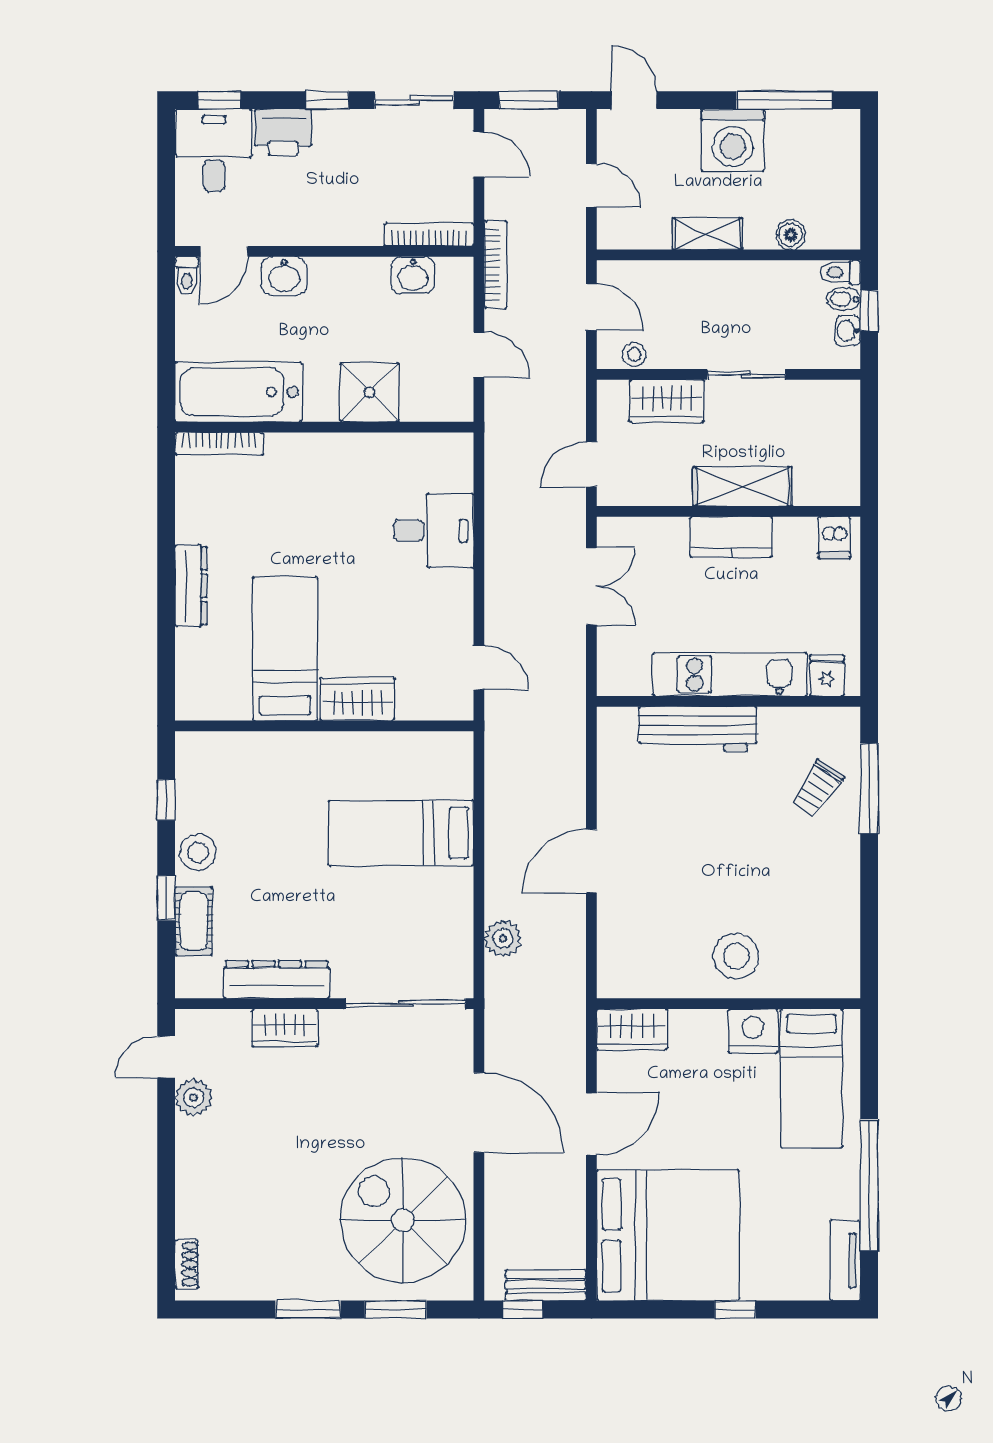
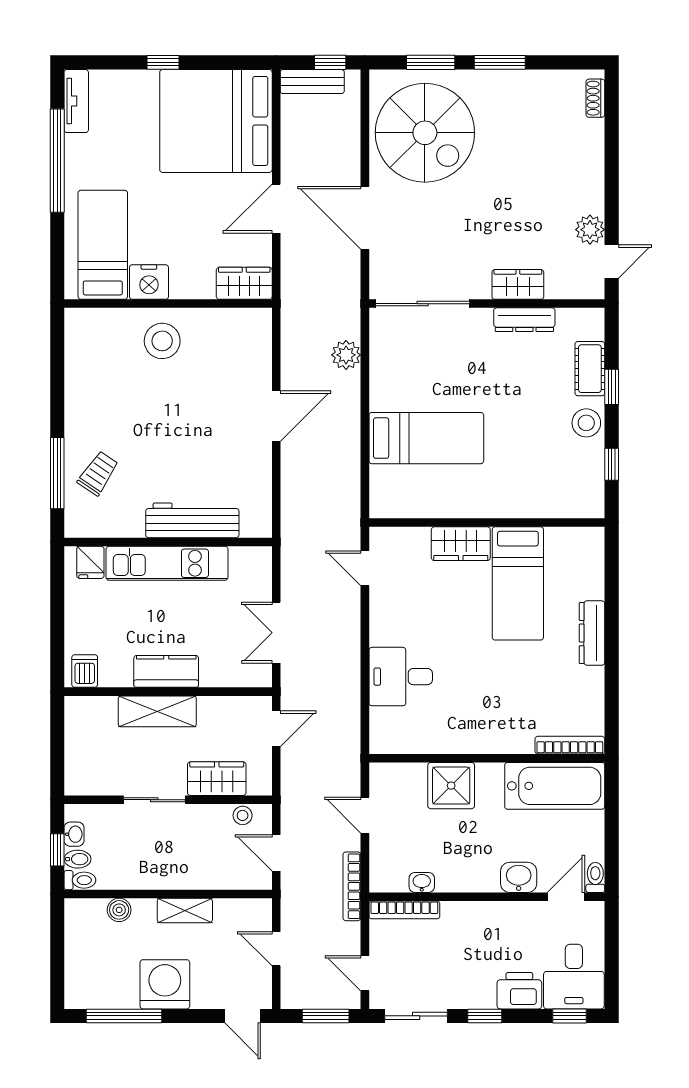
washbasin: (413, 275) -> (422, 882), width x0.72, depth x0.69
dresser: (277, 980) -> (524, 320), width x0.73, depth x0.80

